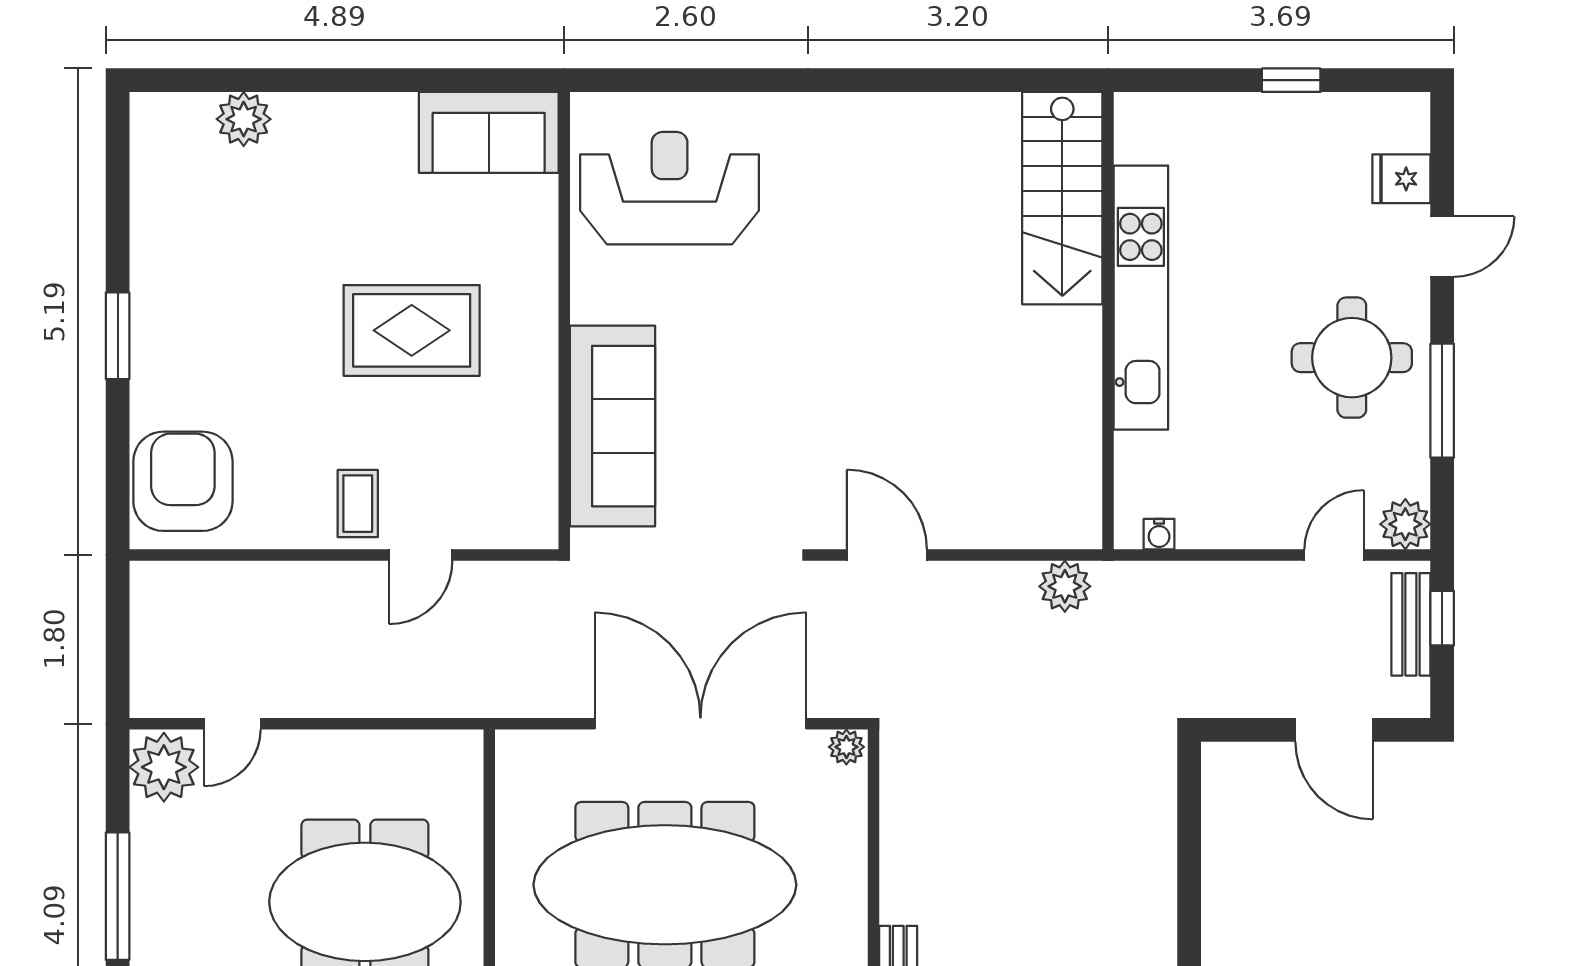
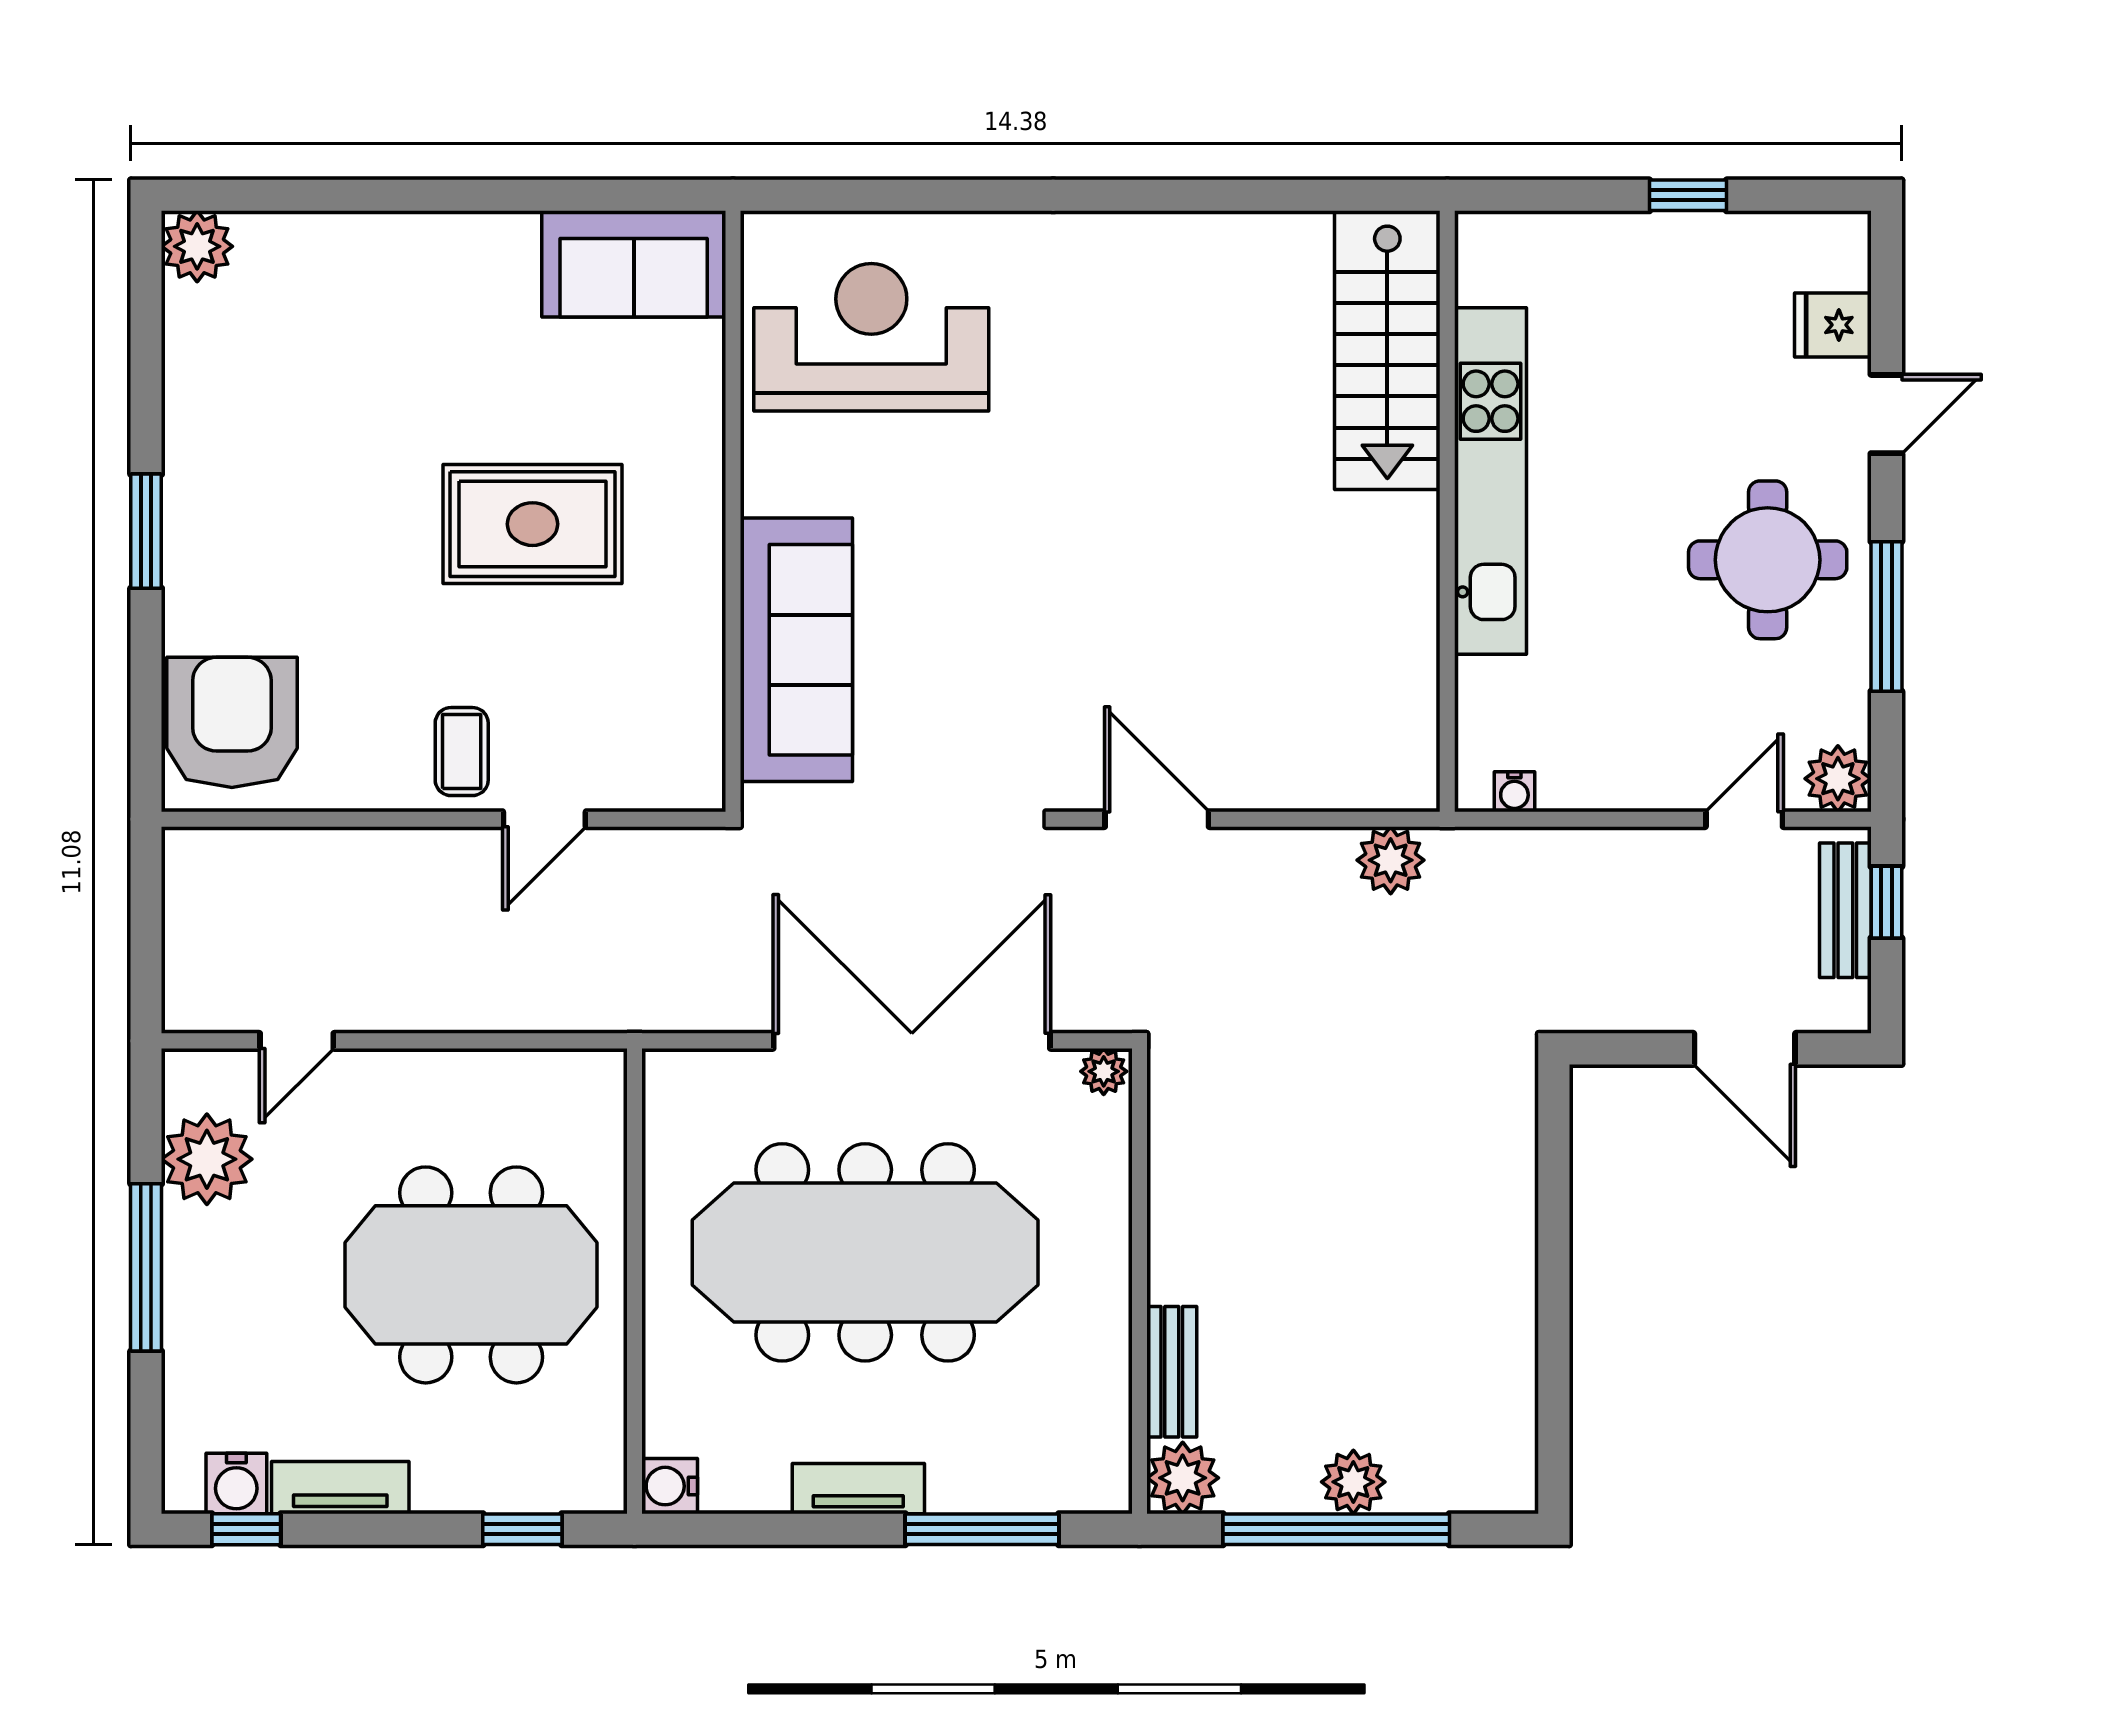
plant: (244, 119) -> (197, 246), moved
plant: (164, 767) -> (207, 1159), moved

